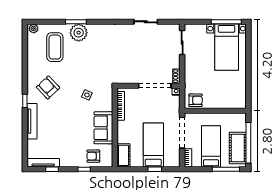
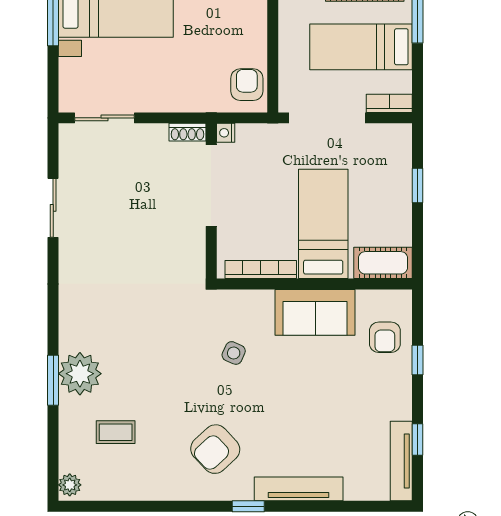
coffee table: (55, 47) -> (116, 432), width x0.54, depth x0.58
bed: (153, 145) -> (323, 224), moved, turned 90

